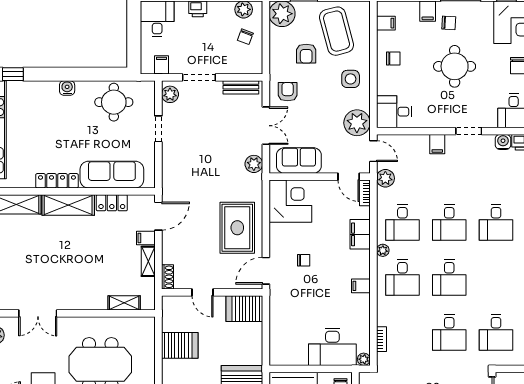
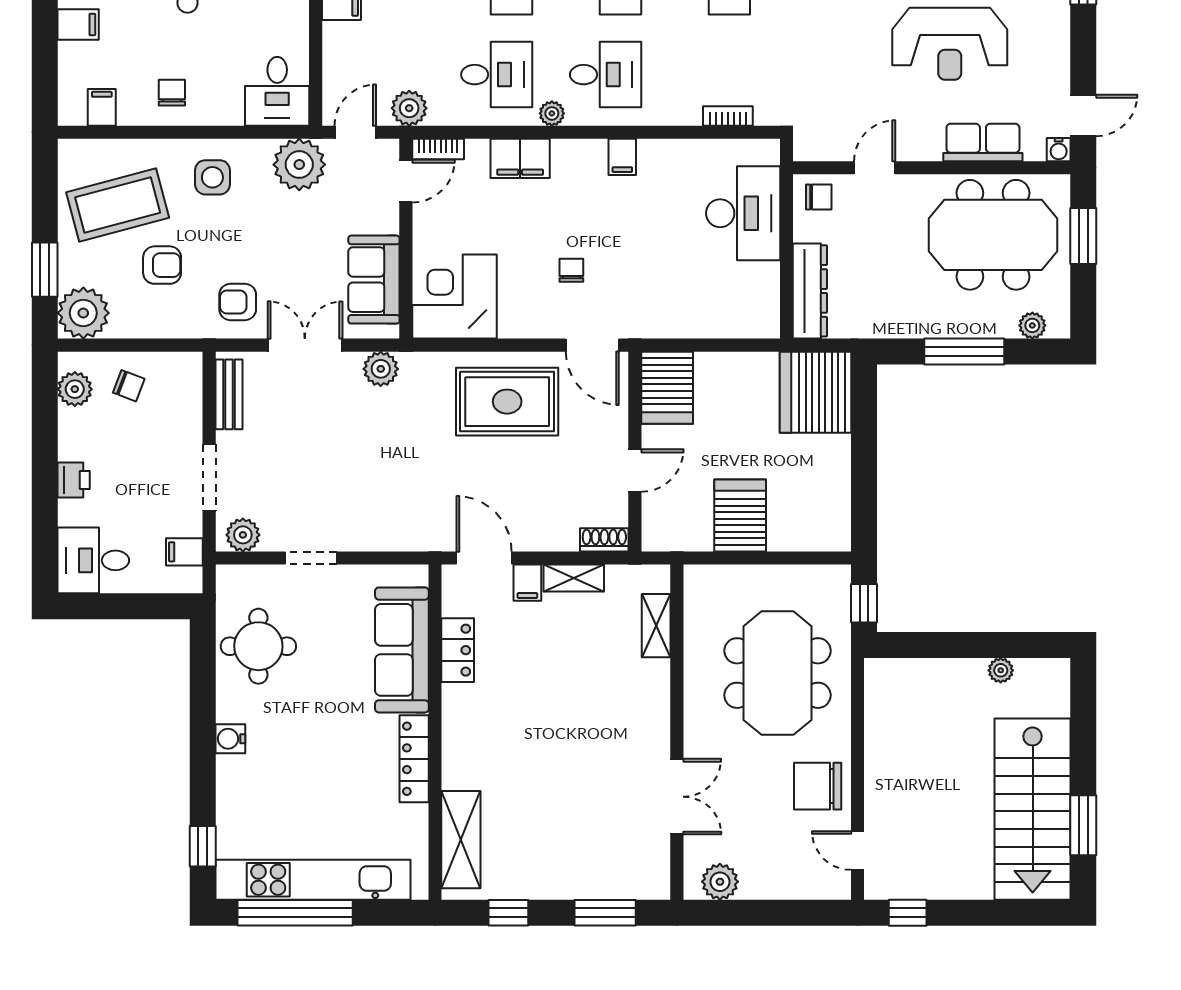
shelving: (68, 205) -> (462, 737), removed
plant: (364, 359) -> (768, 151), removed

